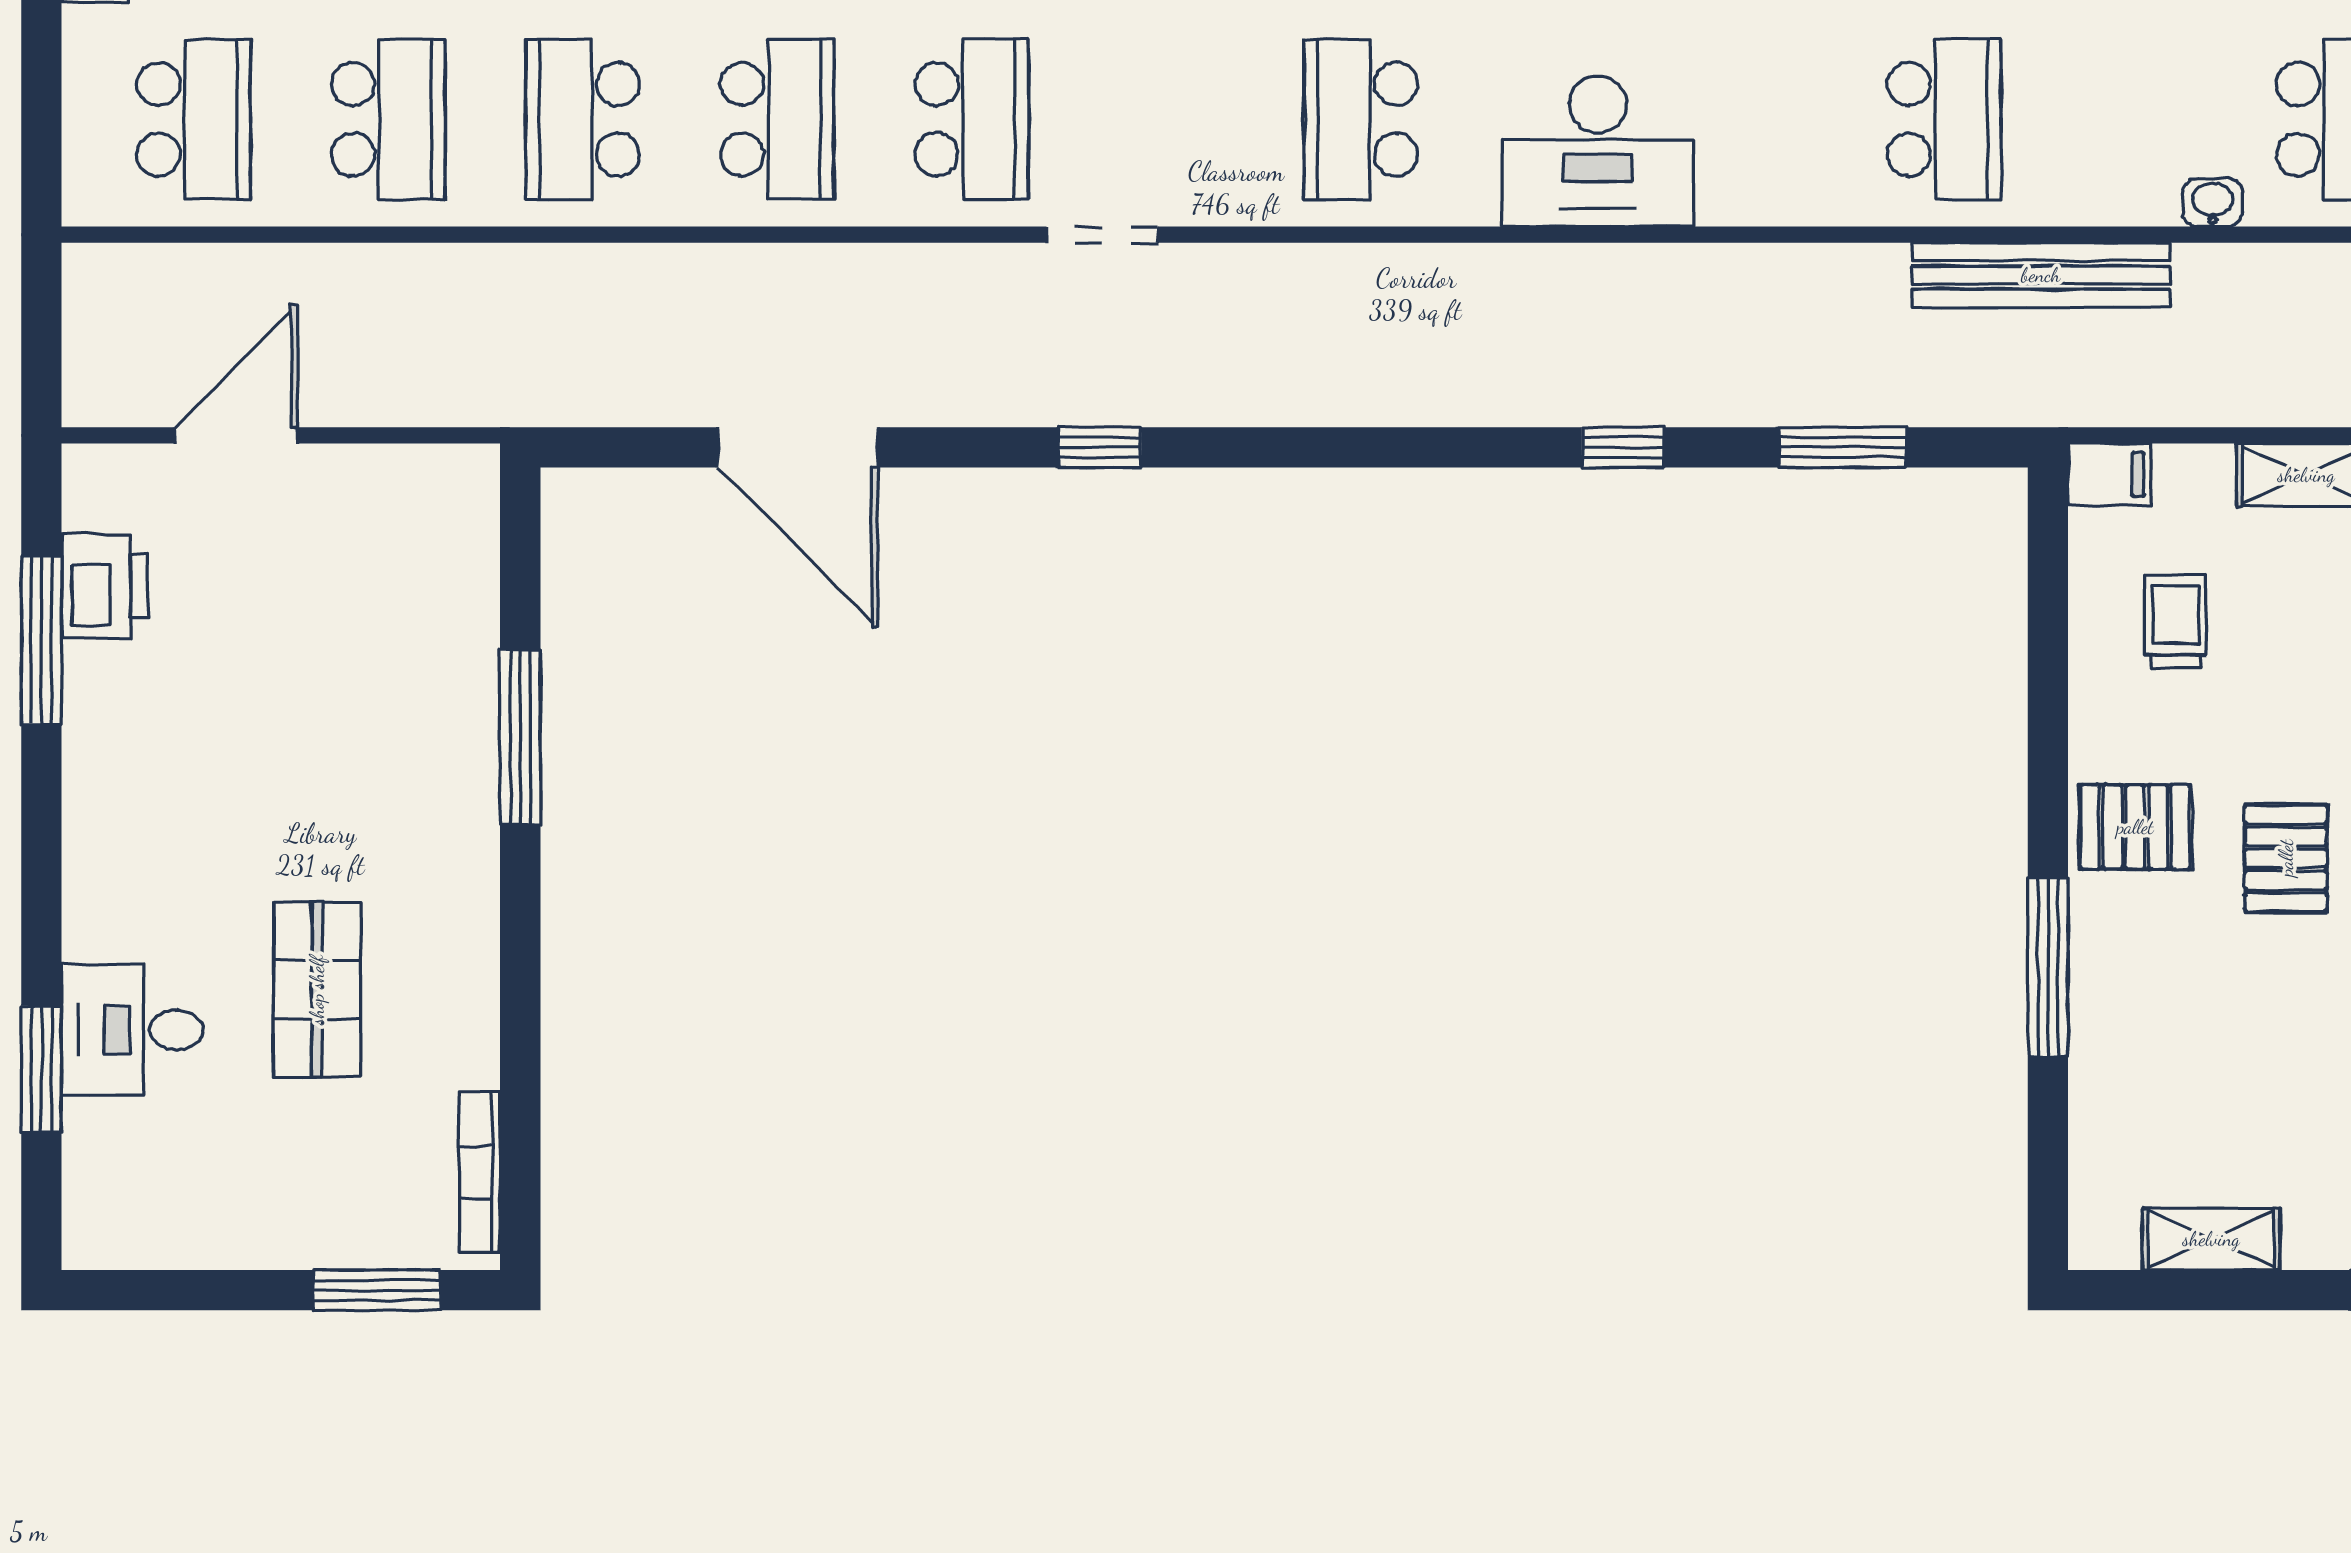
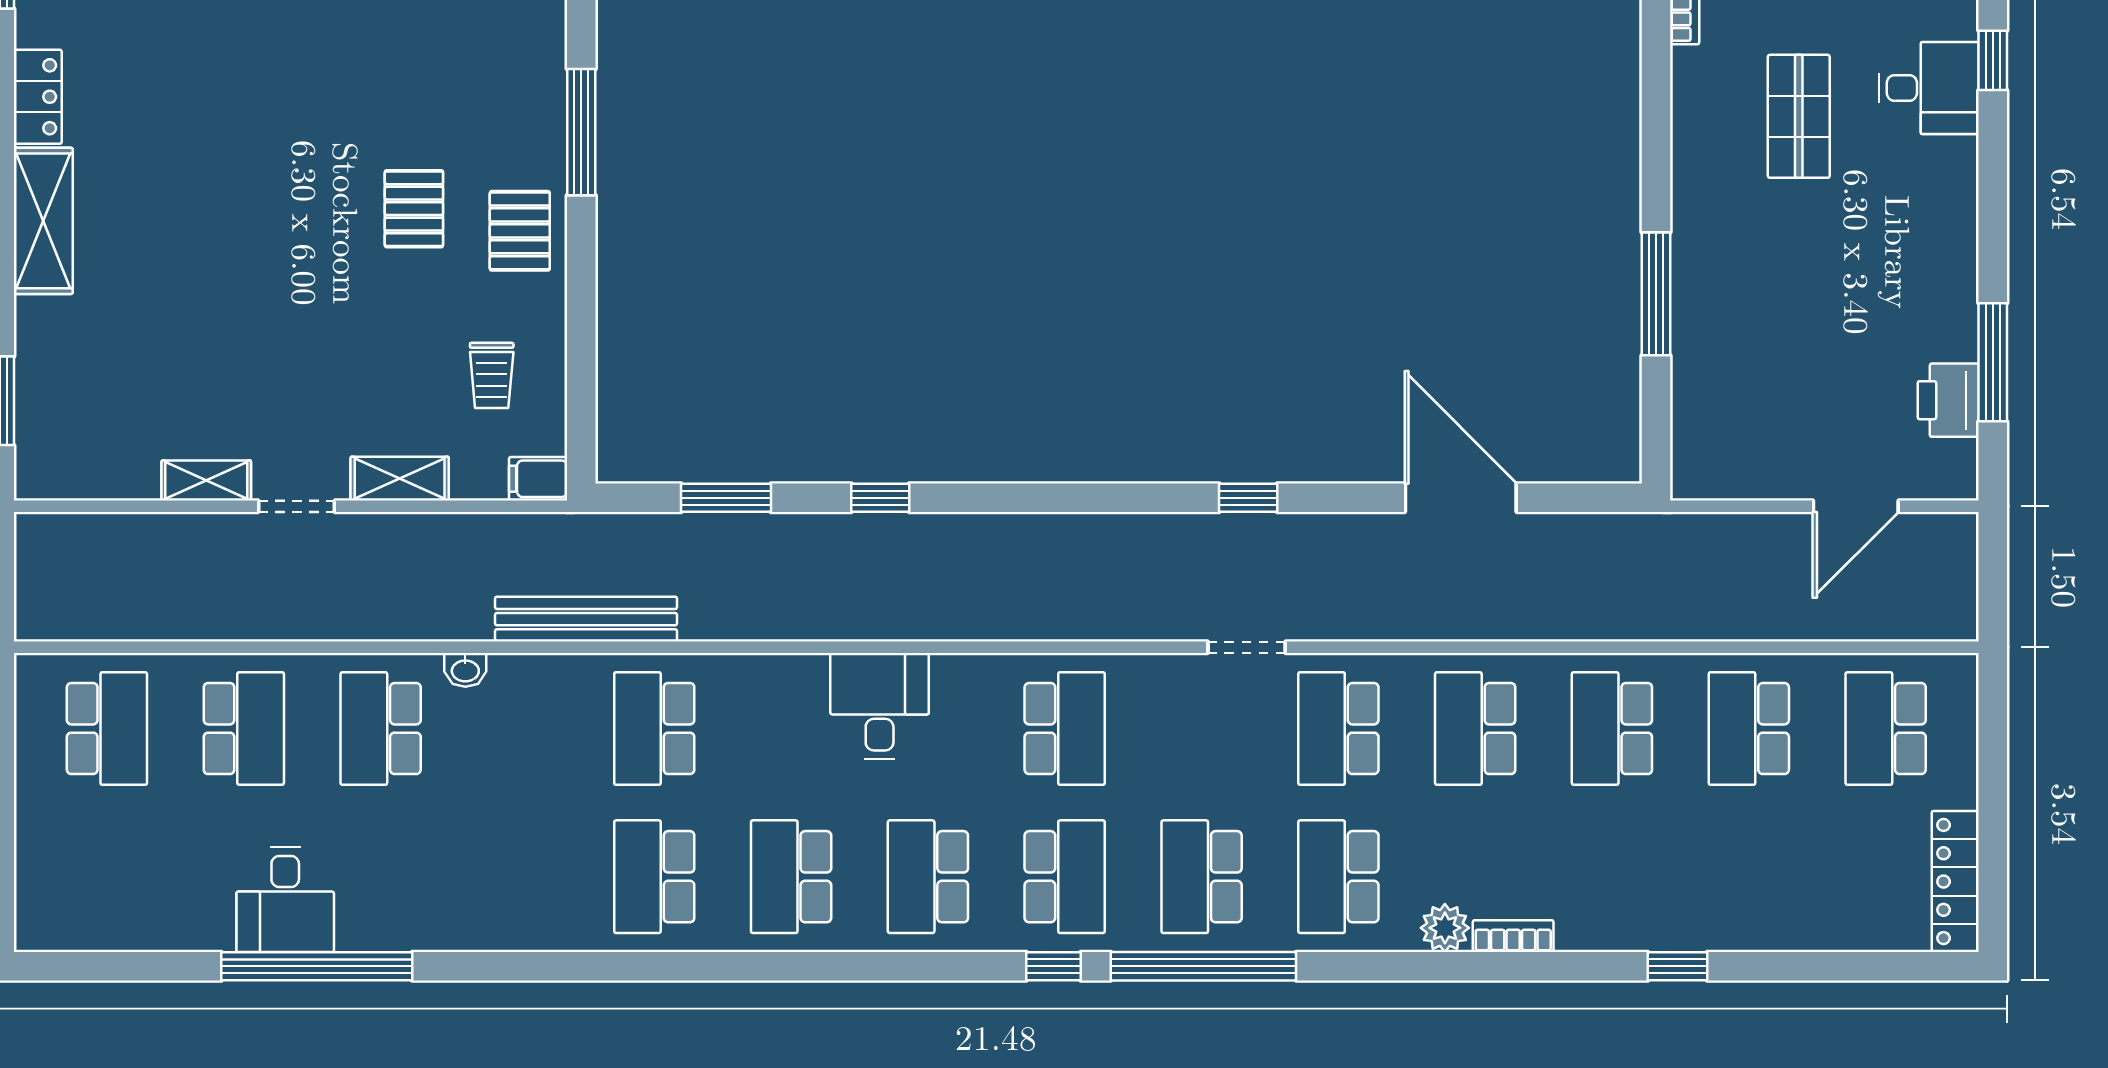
school desk: (583, 119) -> (1612, 729), turned 180
desk: (1598, 151) -> (880, 706), width x0.73
pallet: (2135, 827) -> (520, 231), turned 90
window: (41, 1069) -> (1993, 60), width x0.67

